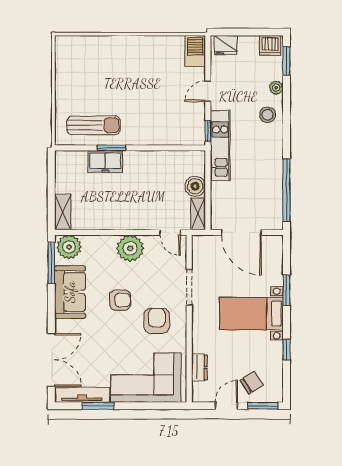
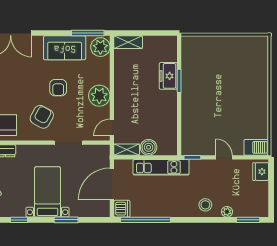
dishwasher: (270, 45) -> (122, 209), moved, turned 180
sun lounger: (94, 125) -> (197, 67), removed
kitchen unit: (220, 146) -> (161, 167), moved
armchair: (157, 321) -> (42, 117), turned -61

